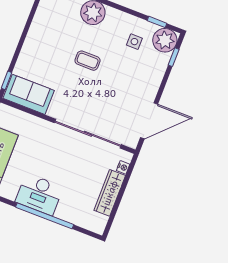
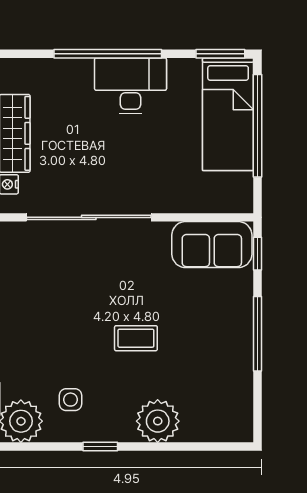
window: (157, 22) -> (100, 447), moved
window: (23, 38) -> (258, 334), added

